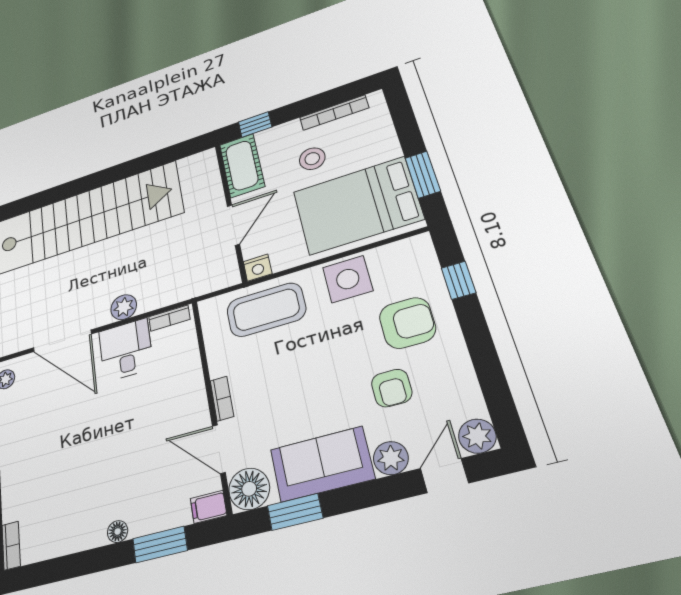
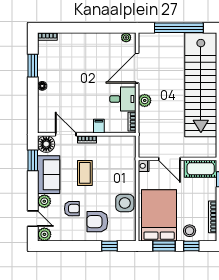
window: (406, 127) -> (191, 246), added
stool: (312, 159) -> (190, 231), moved
coffee table: (266, 310) -> (85, 173), moved, width x0.73, depth x0.76
armchair: (407, 323) -> (97, 222), turned 90
armchair: (392, 388) -> (72, 209), turned 180
door: (219, 449) -> (66, 134), hinge flipped
filing cabinet: (209, 507) -> (99, 126), moved
window: (160, 545) -> (33, 66), moved

